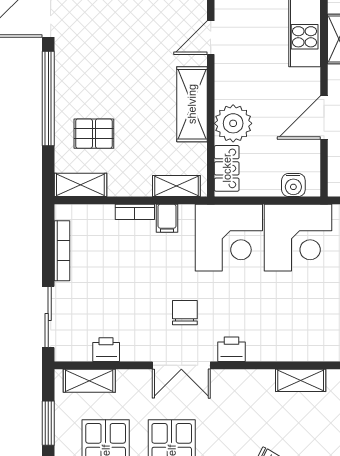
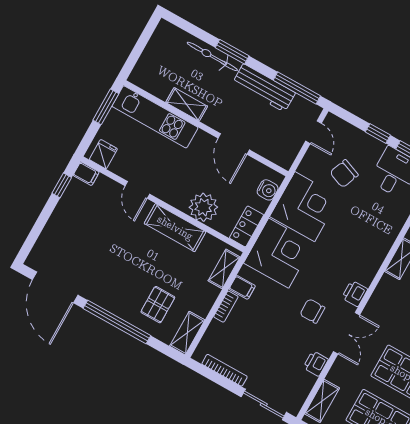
locker: (227, 168) -> (247, 226), moved, turned -90
printer: (106, 350) -> (316, 363), moved

